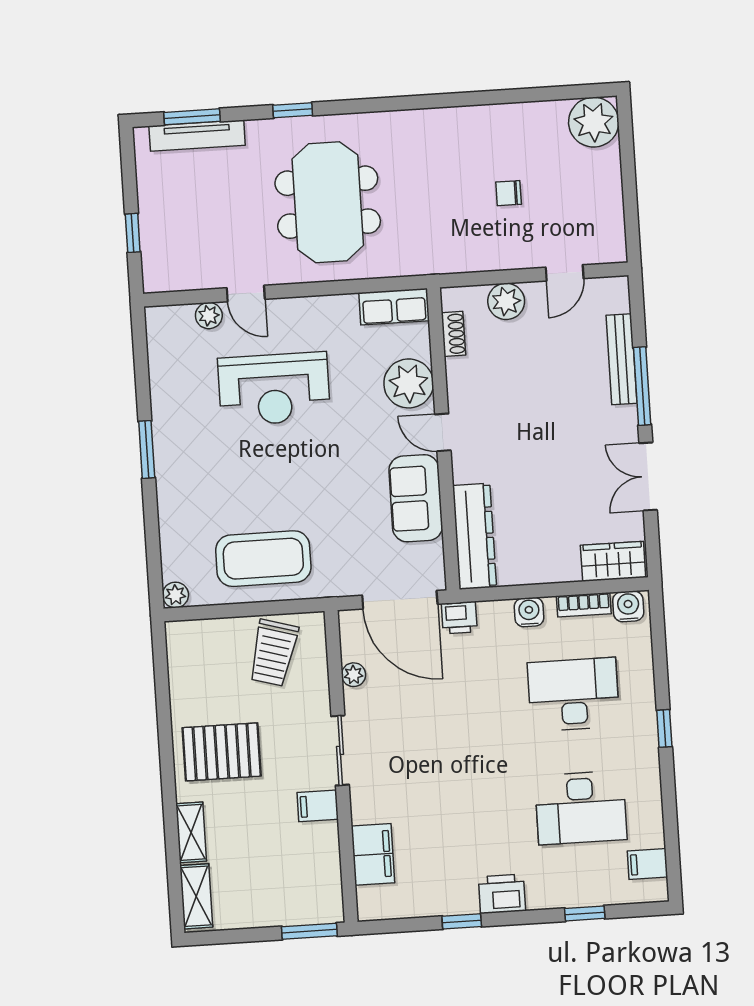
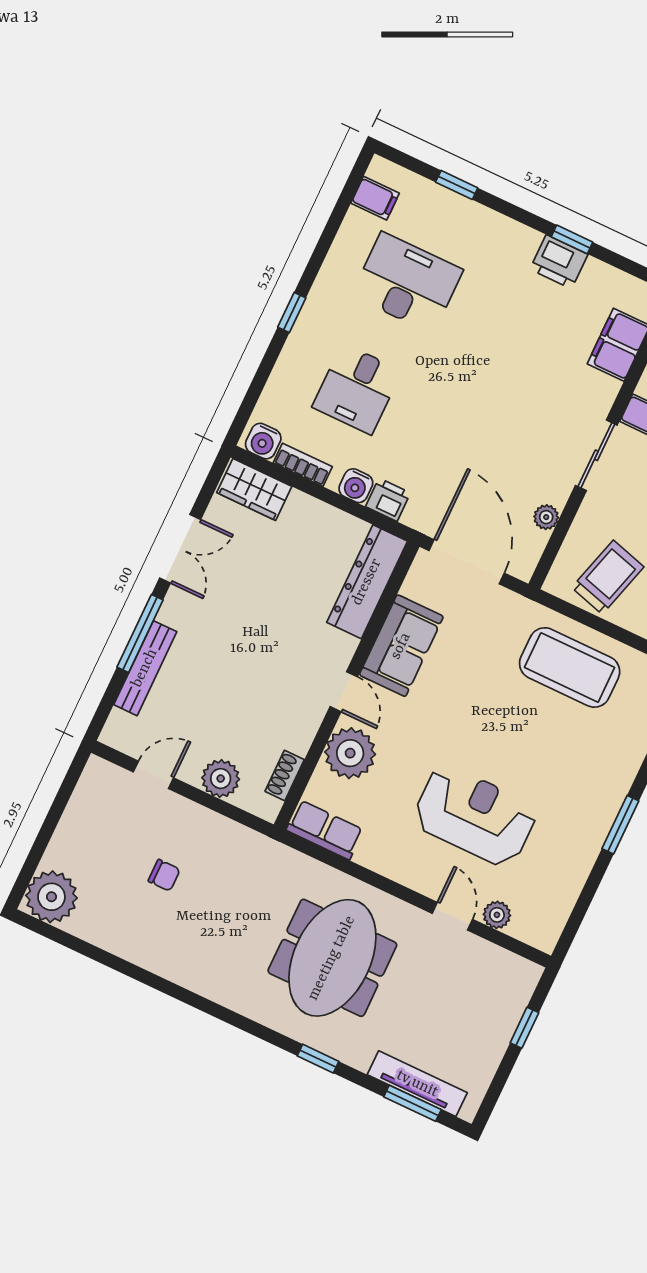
printer: (459, 618) -> (388, 500), moved
desk: (573, 694) -> (357, 389), width x0.73
printer: (502, 894) -> (559, 262), moved

